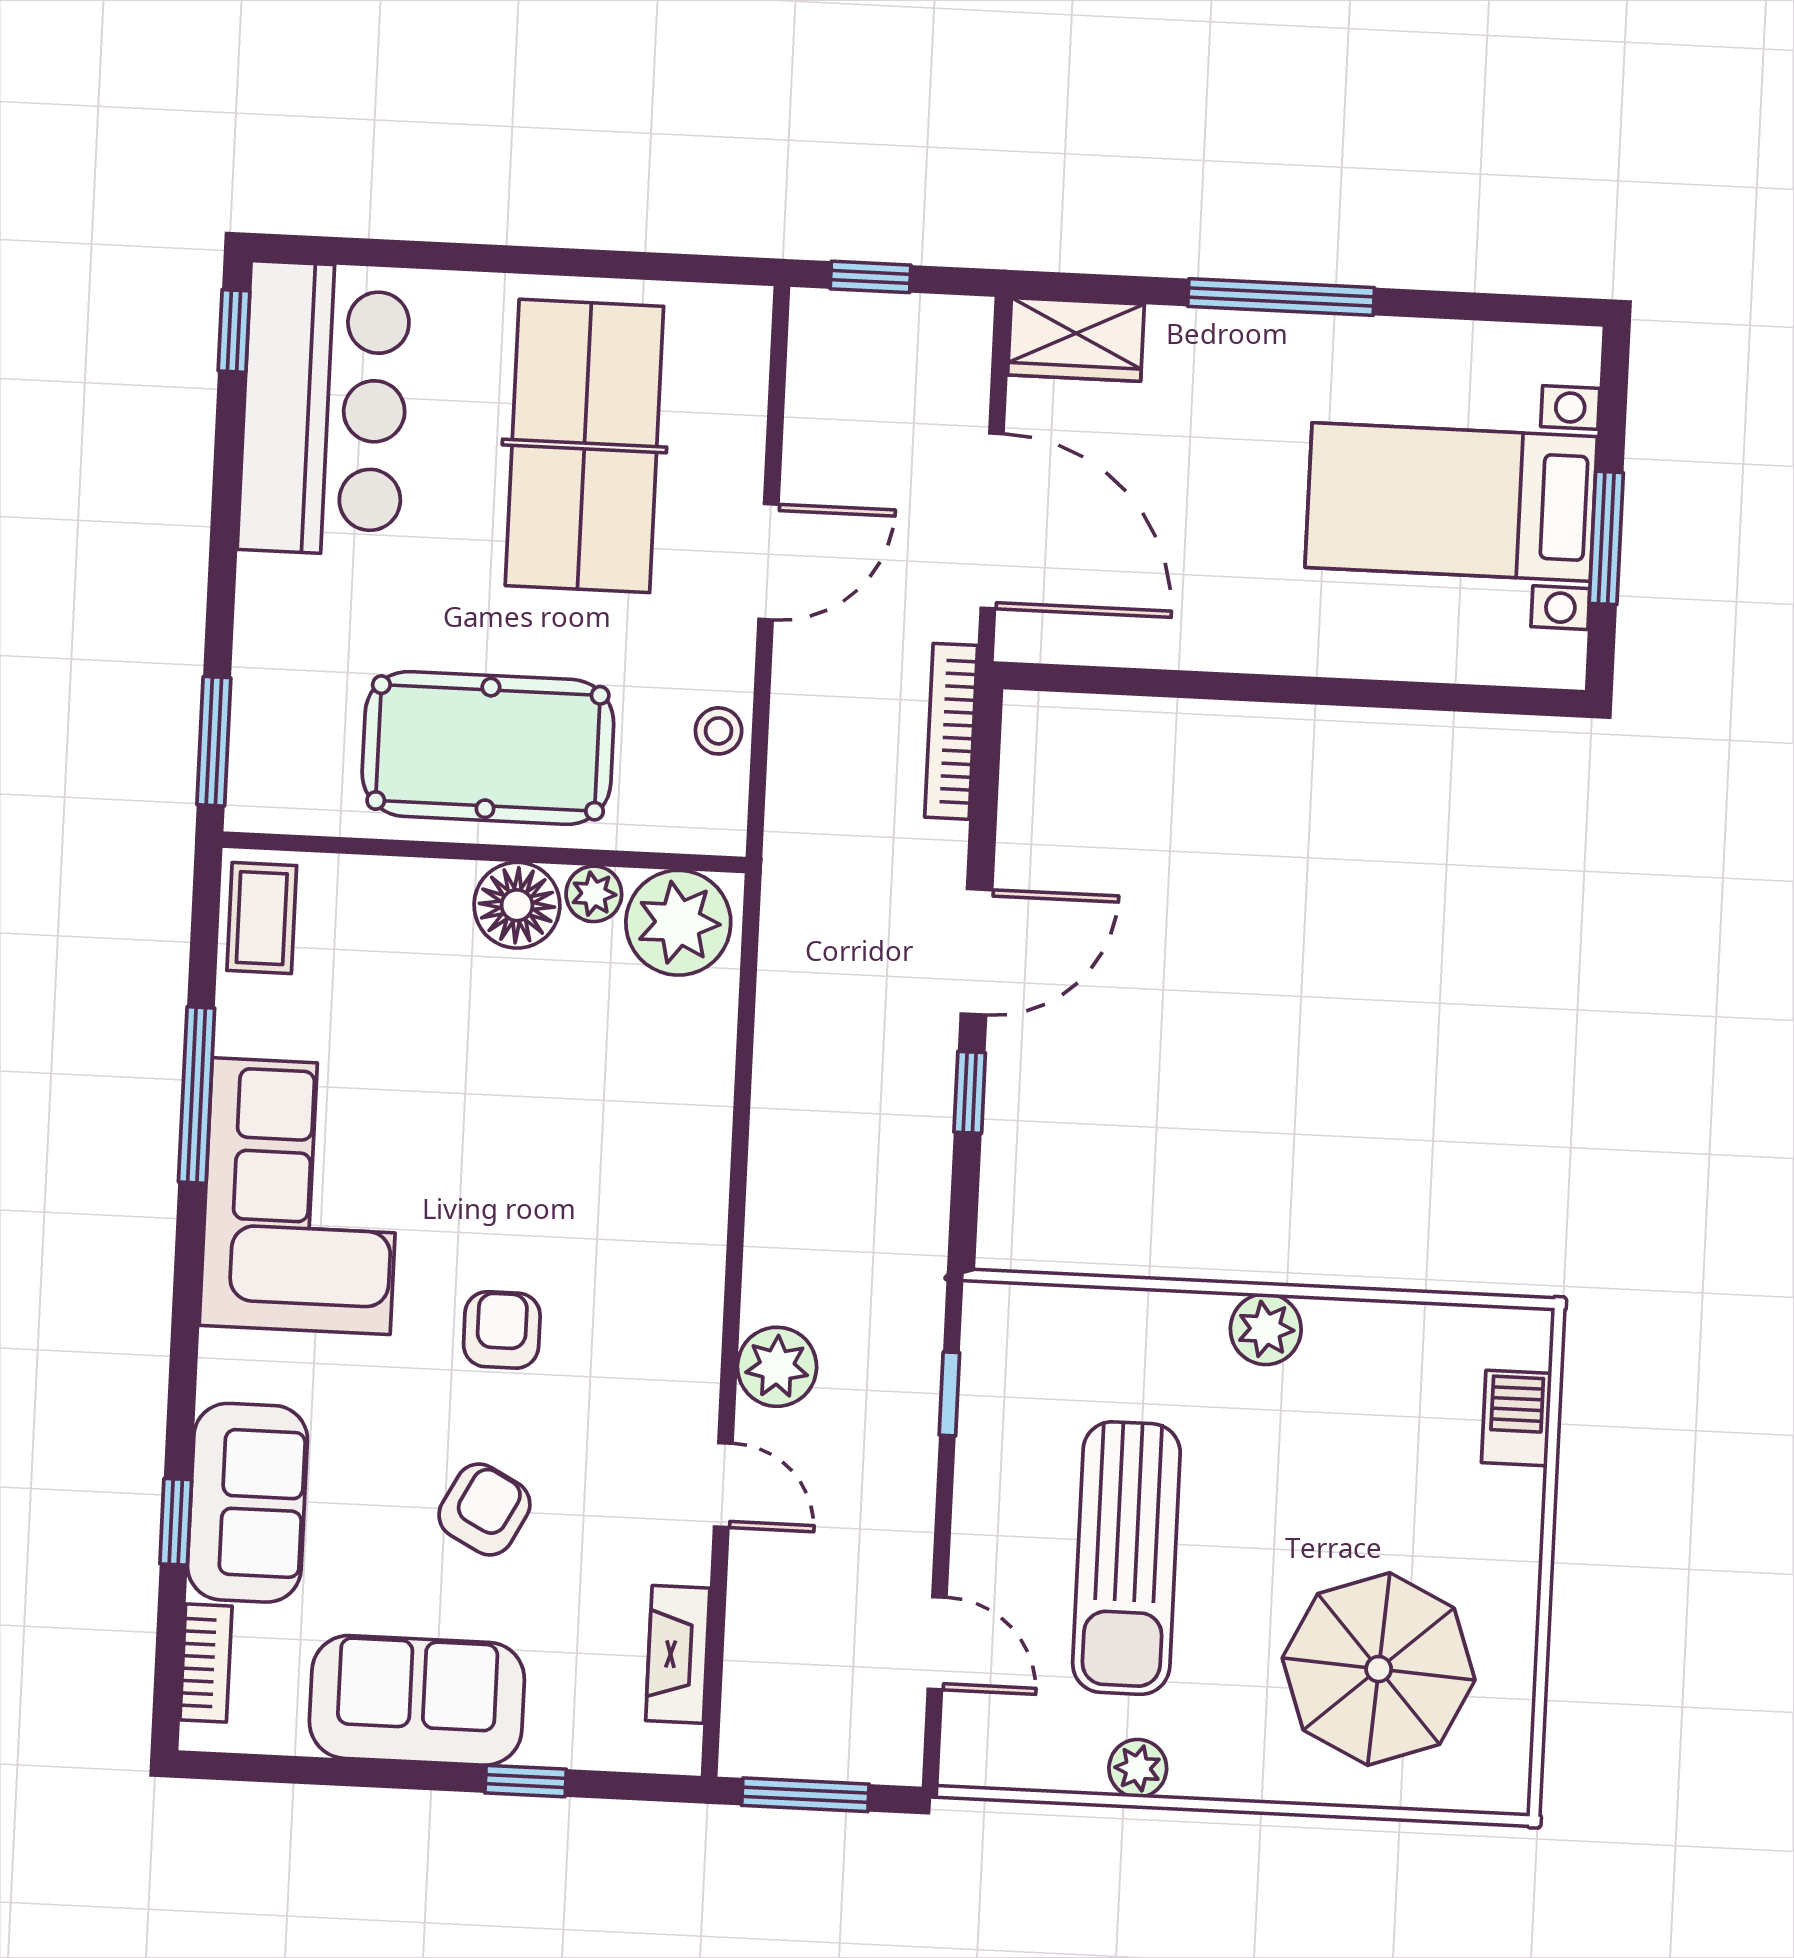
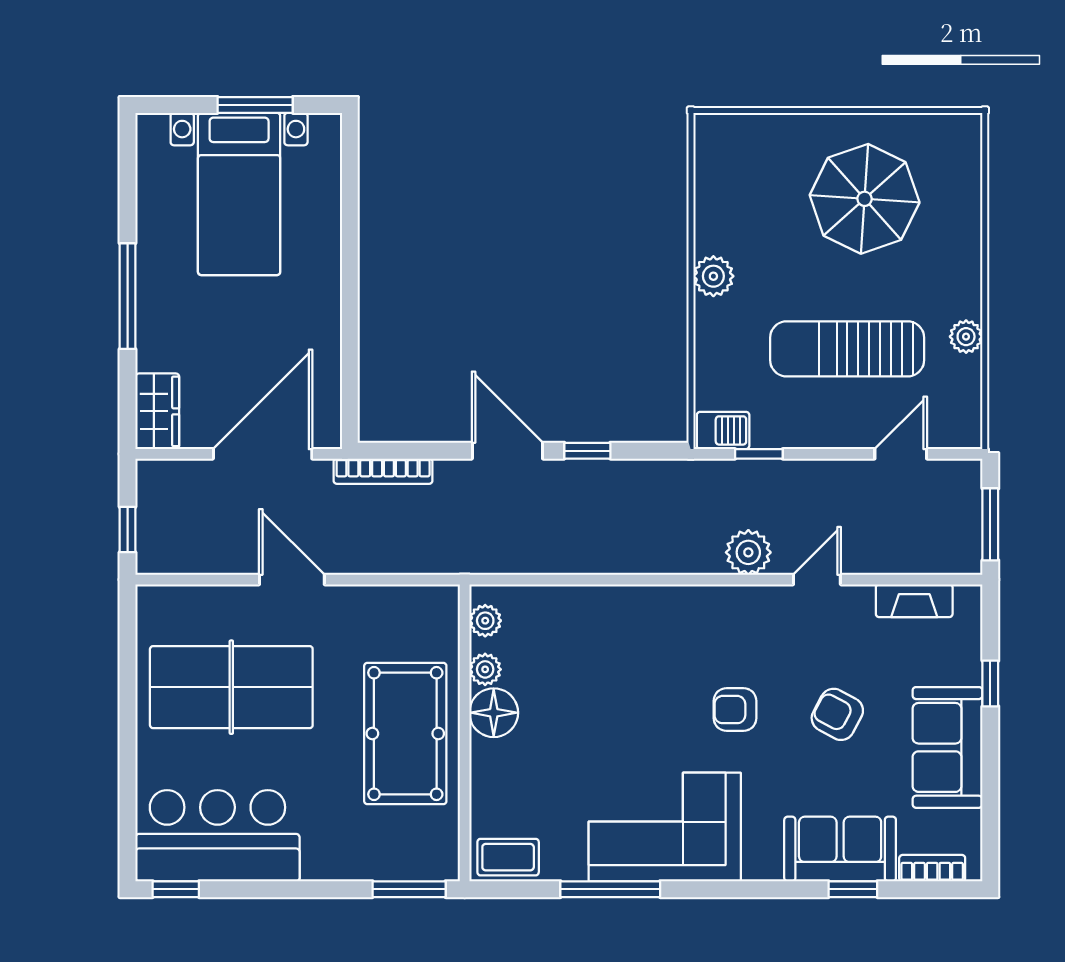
stool: (719, 731) -> (389, 603), removed
plant: (678, 923) -> (485, 621), width x0.53, depth x0.53
barbecue: (1517, 1418) -> (723, 430), moved, turned 180
sun lounger: (1126, 1558) -> (847, 349), turned 180
parasol: (1379, 1669) -> (865, 199), moved

